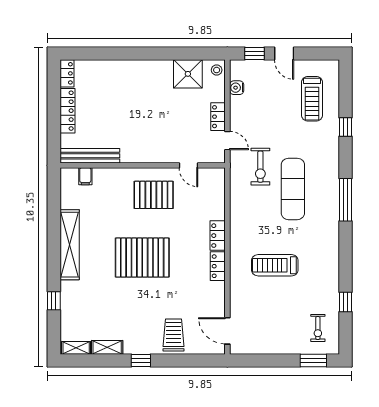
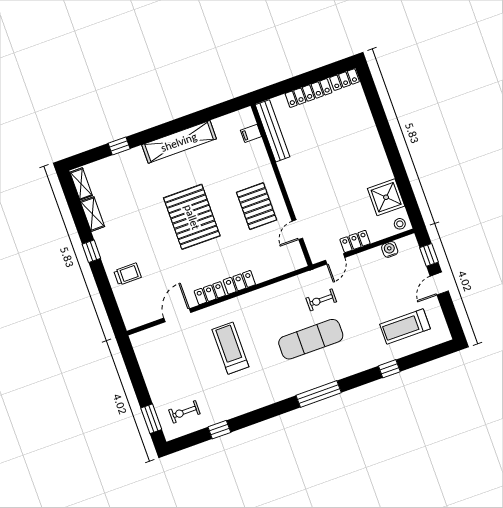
exercise bike: (260, 167) -> (321, 300), width x0.73, depth x0.72
door: (227, 331) -> (177, 315), moved
trolley: (173, 335) -> (128, 274), width x0.73, depth x0.72

